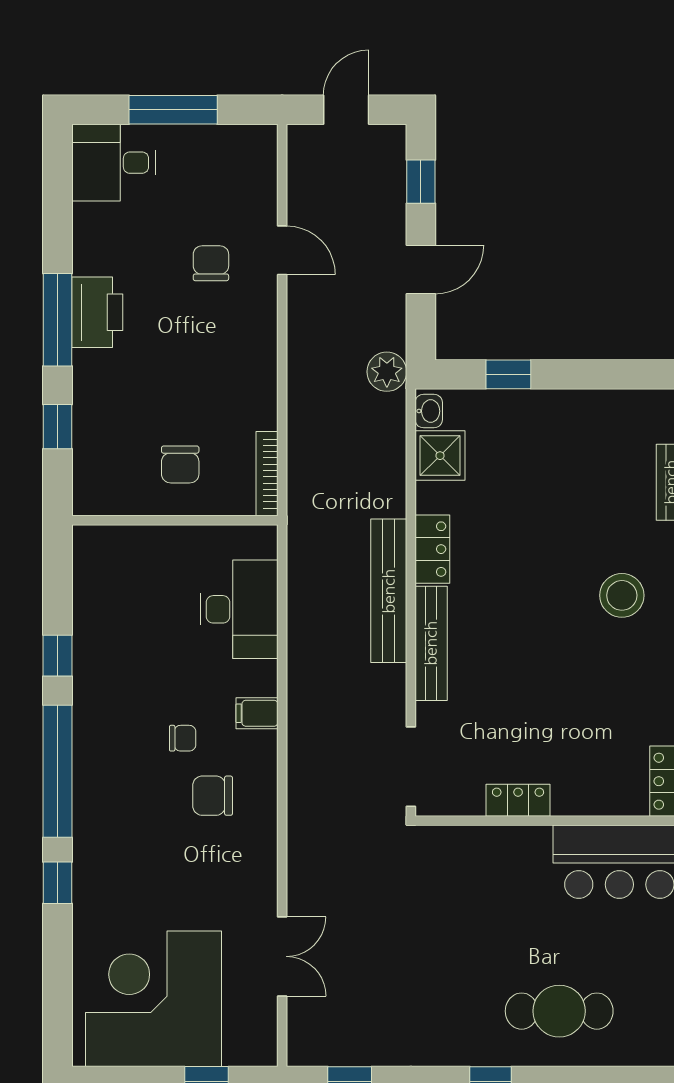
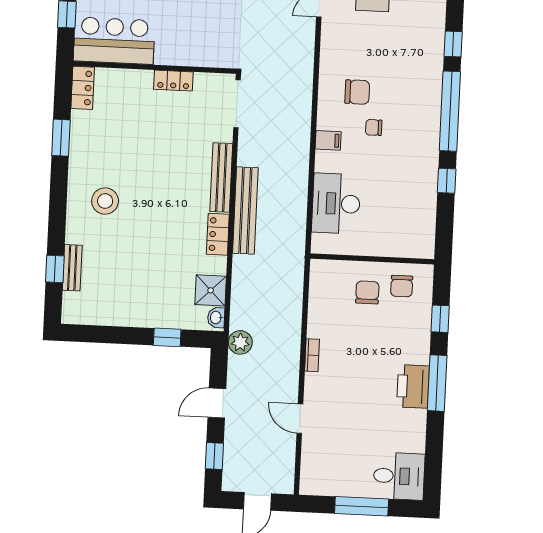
chair: (211, 263) -> (402, 286), moved
bookcase: (267, 474) -> (312, 355), moved, width x0.64

